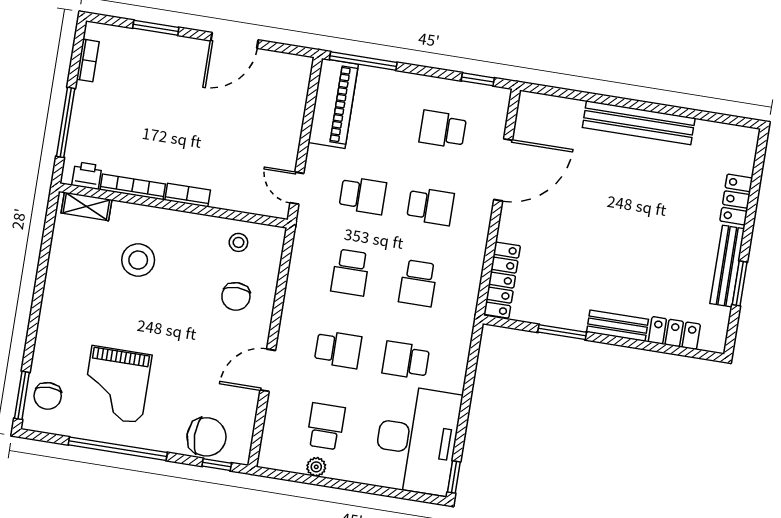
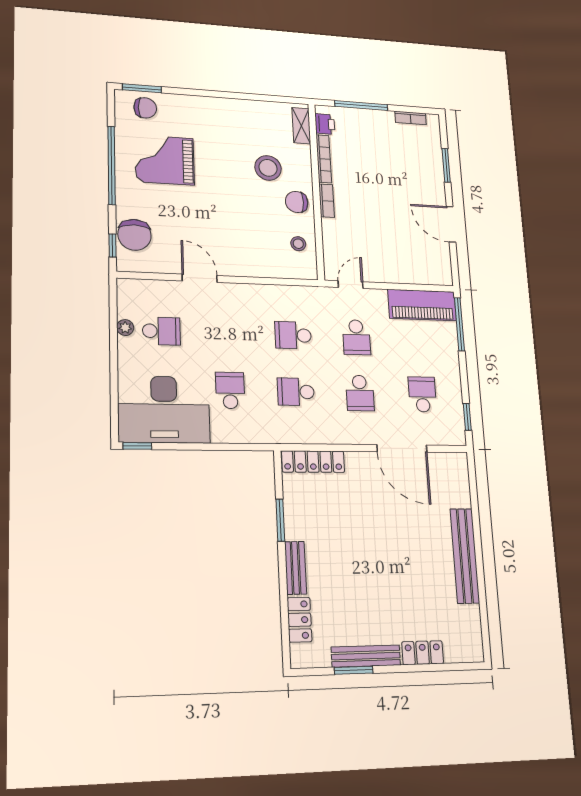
chair: (236, 296) -> (297, 202), moved
school desk: (338, 349) -> (228, 333), removed
chair: (48, 396) -> (145, 108), turned 180

